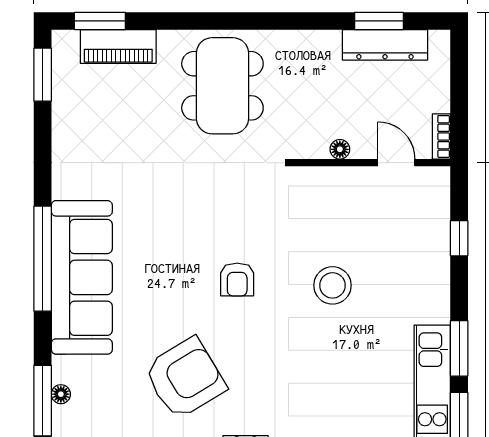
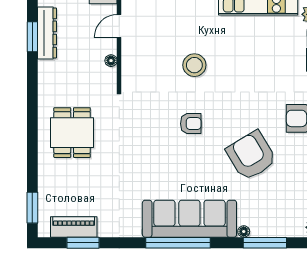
piano: (118, 47) -> (74, 227), moved, turned -90
window: (43, 75) -> (83, 243), moved
dining table: (222, 86) -> (72, 133), width x0.73
floor lamp: (61, 394) -> (244, 232), moved

